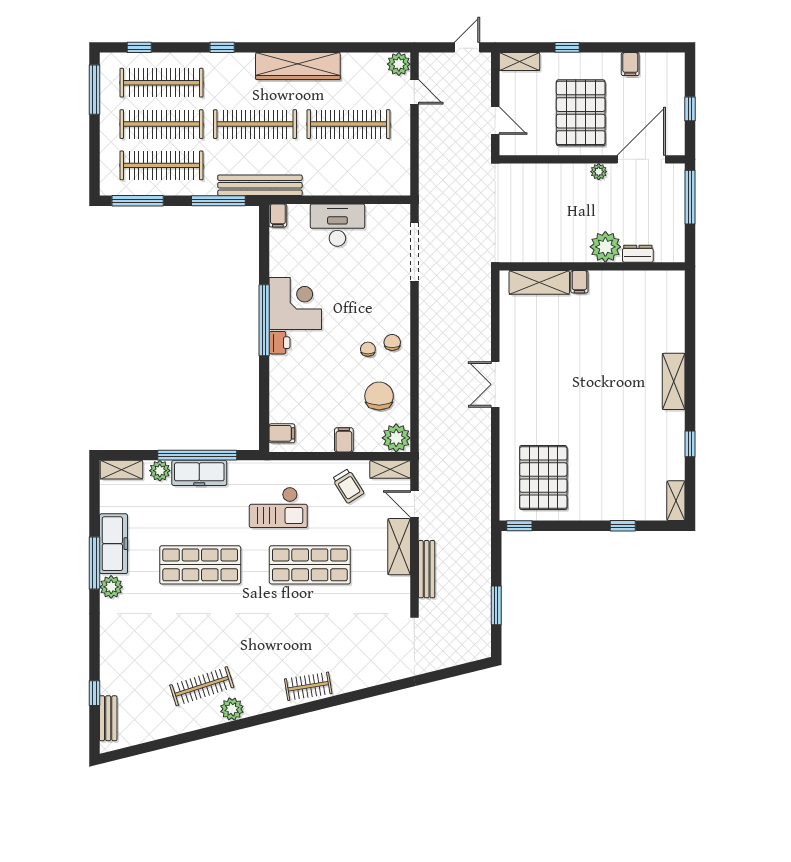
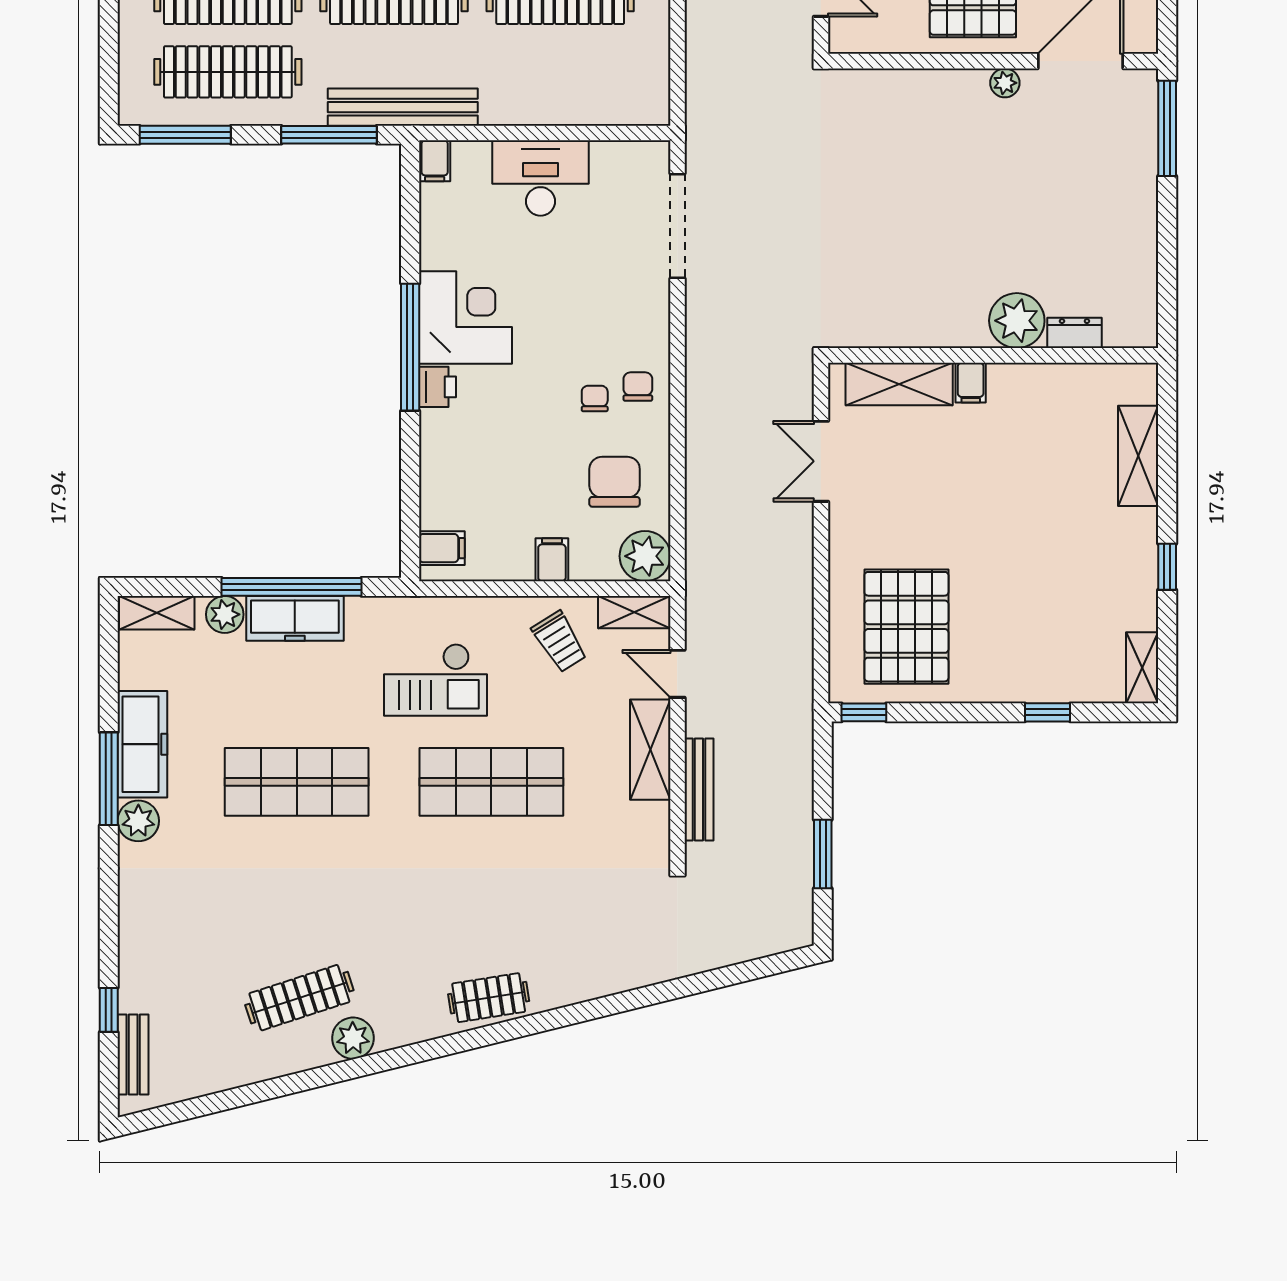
plant: (605, 247) -> (1017, 321), moved
dresser: (638, 254) -> (1074, 333), moved
wall: (592, 266) -> (993, 355), moved
shelving: (539, 282) -> (899, 384), moved
filing cabinet: (579, 282) -> (971, 383), moved

